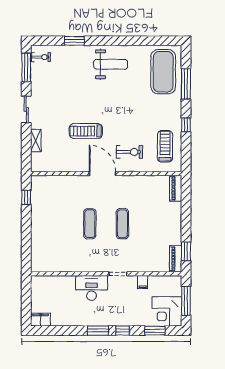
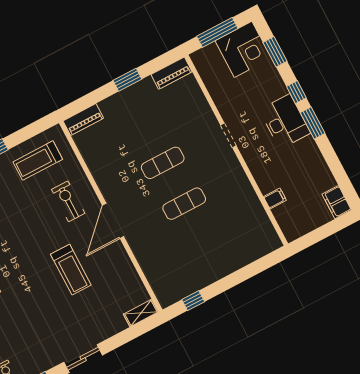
shelving: (36, 141) -> (141, 313), moved
window: (186, 251) -> (127, 80), moved
filing cabinet: (143, 282) -> (275, 199), moved
desk: (92, 288) -> (285, 122), moved, turned 180

